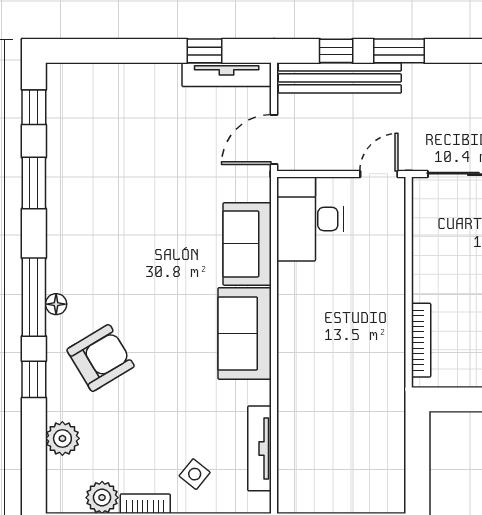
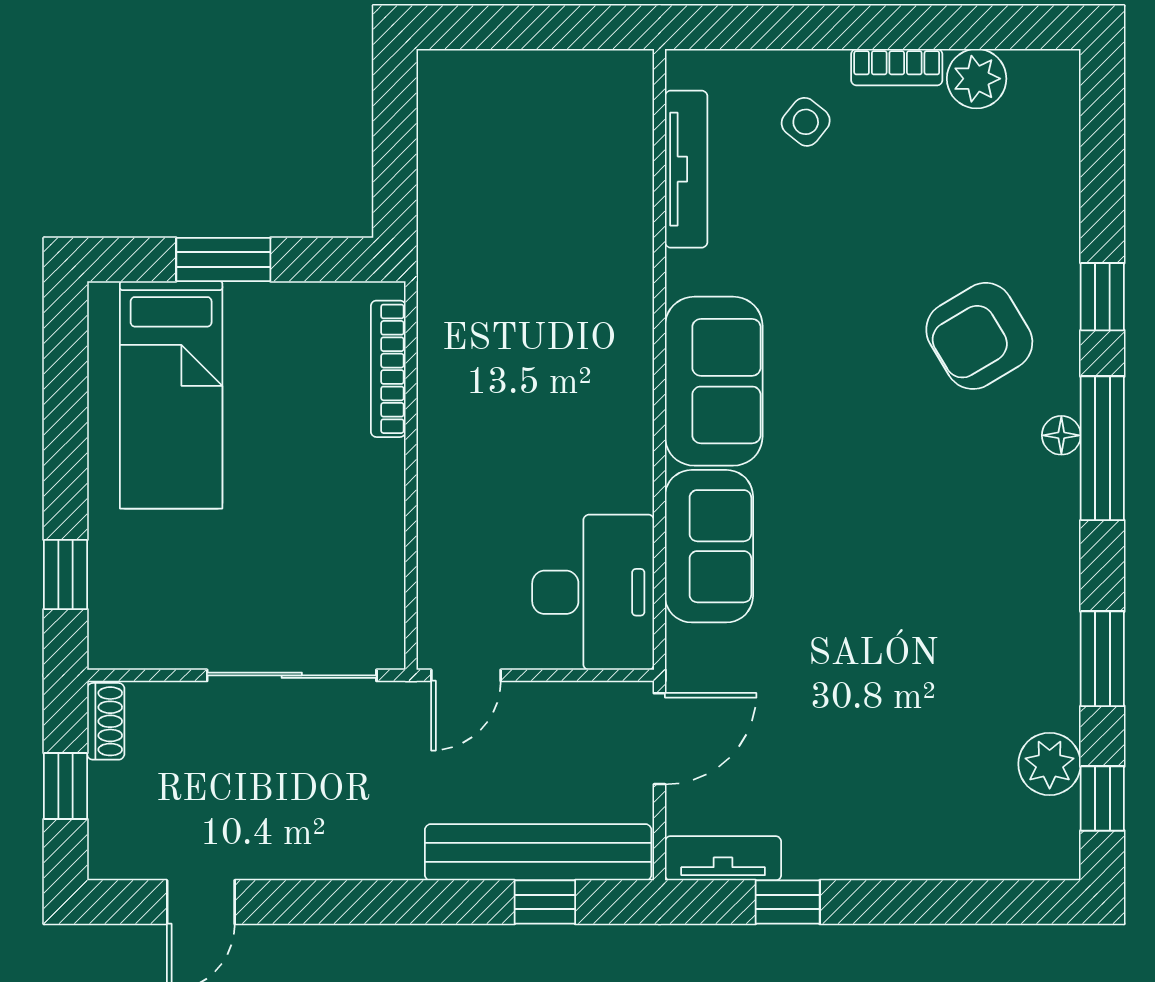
window: (399, 51) -> (429, 902), removed
tv unit: (227, 75) -> (723, 858), width x0.71
plant: (62, 438) -> (1050, 764), moved

